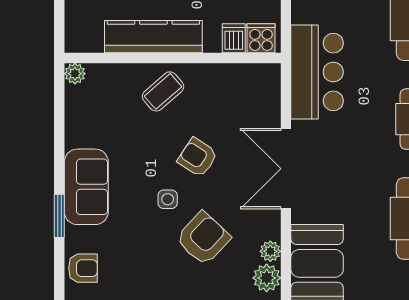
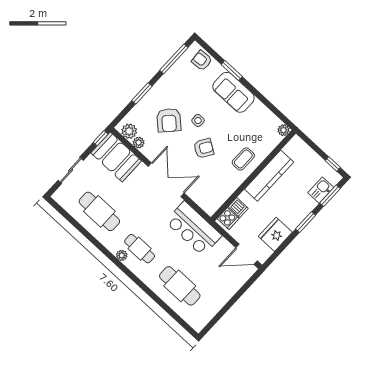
coffee table: (163, 91) -> (243, 159), turned 41
armchair: (83, 268) -> (202, 61), turned 86

